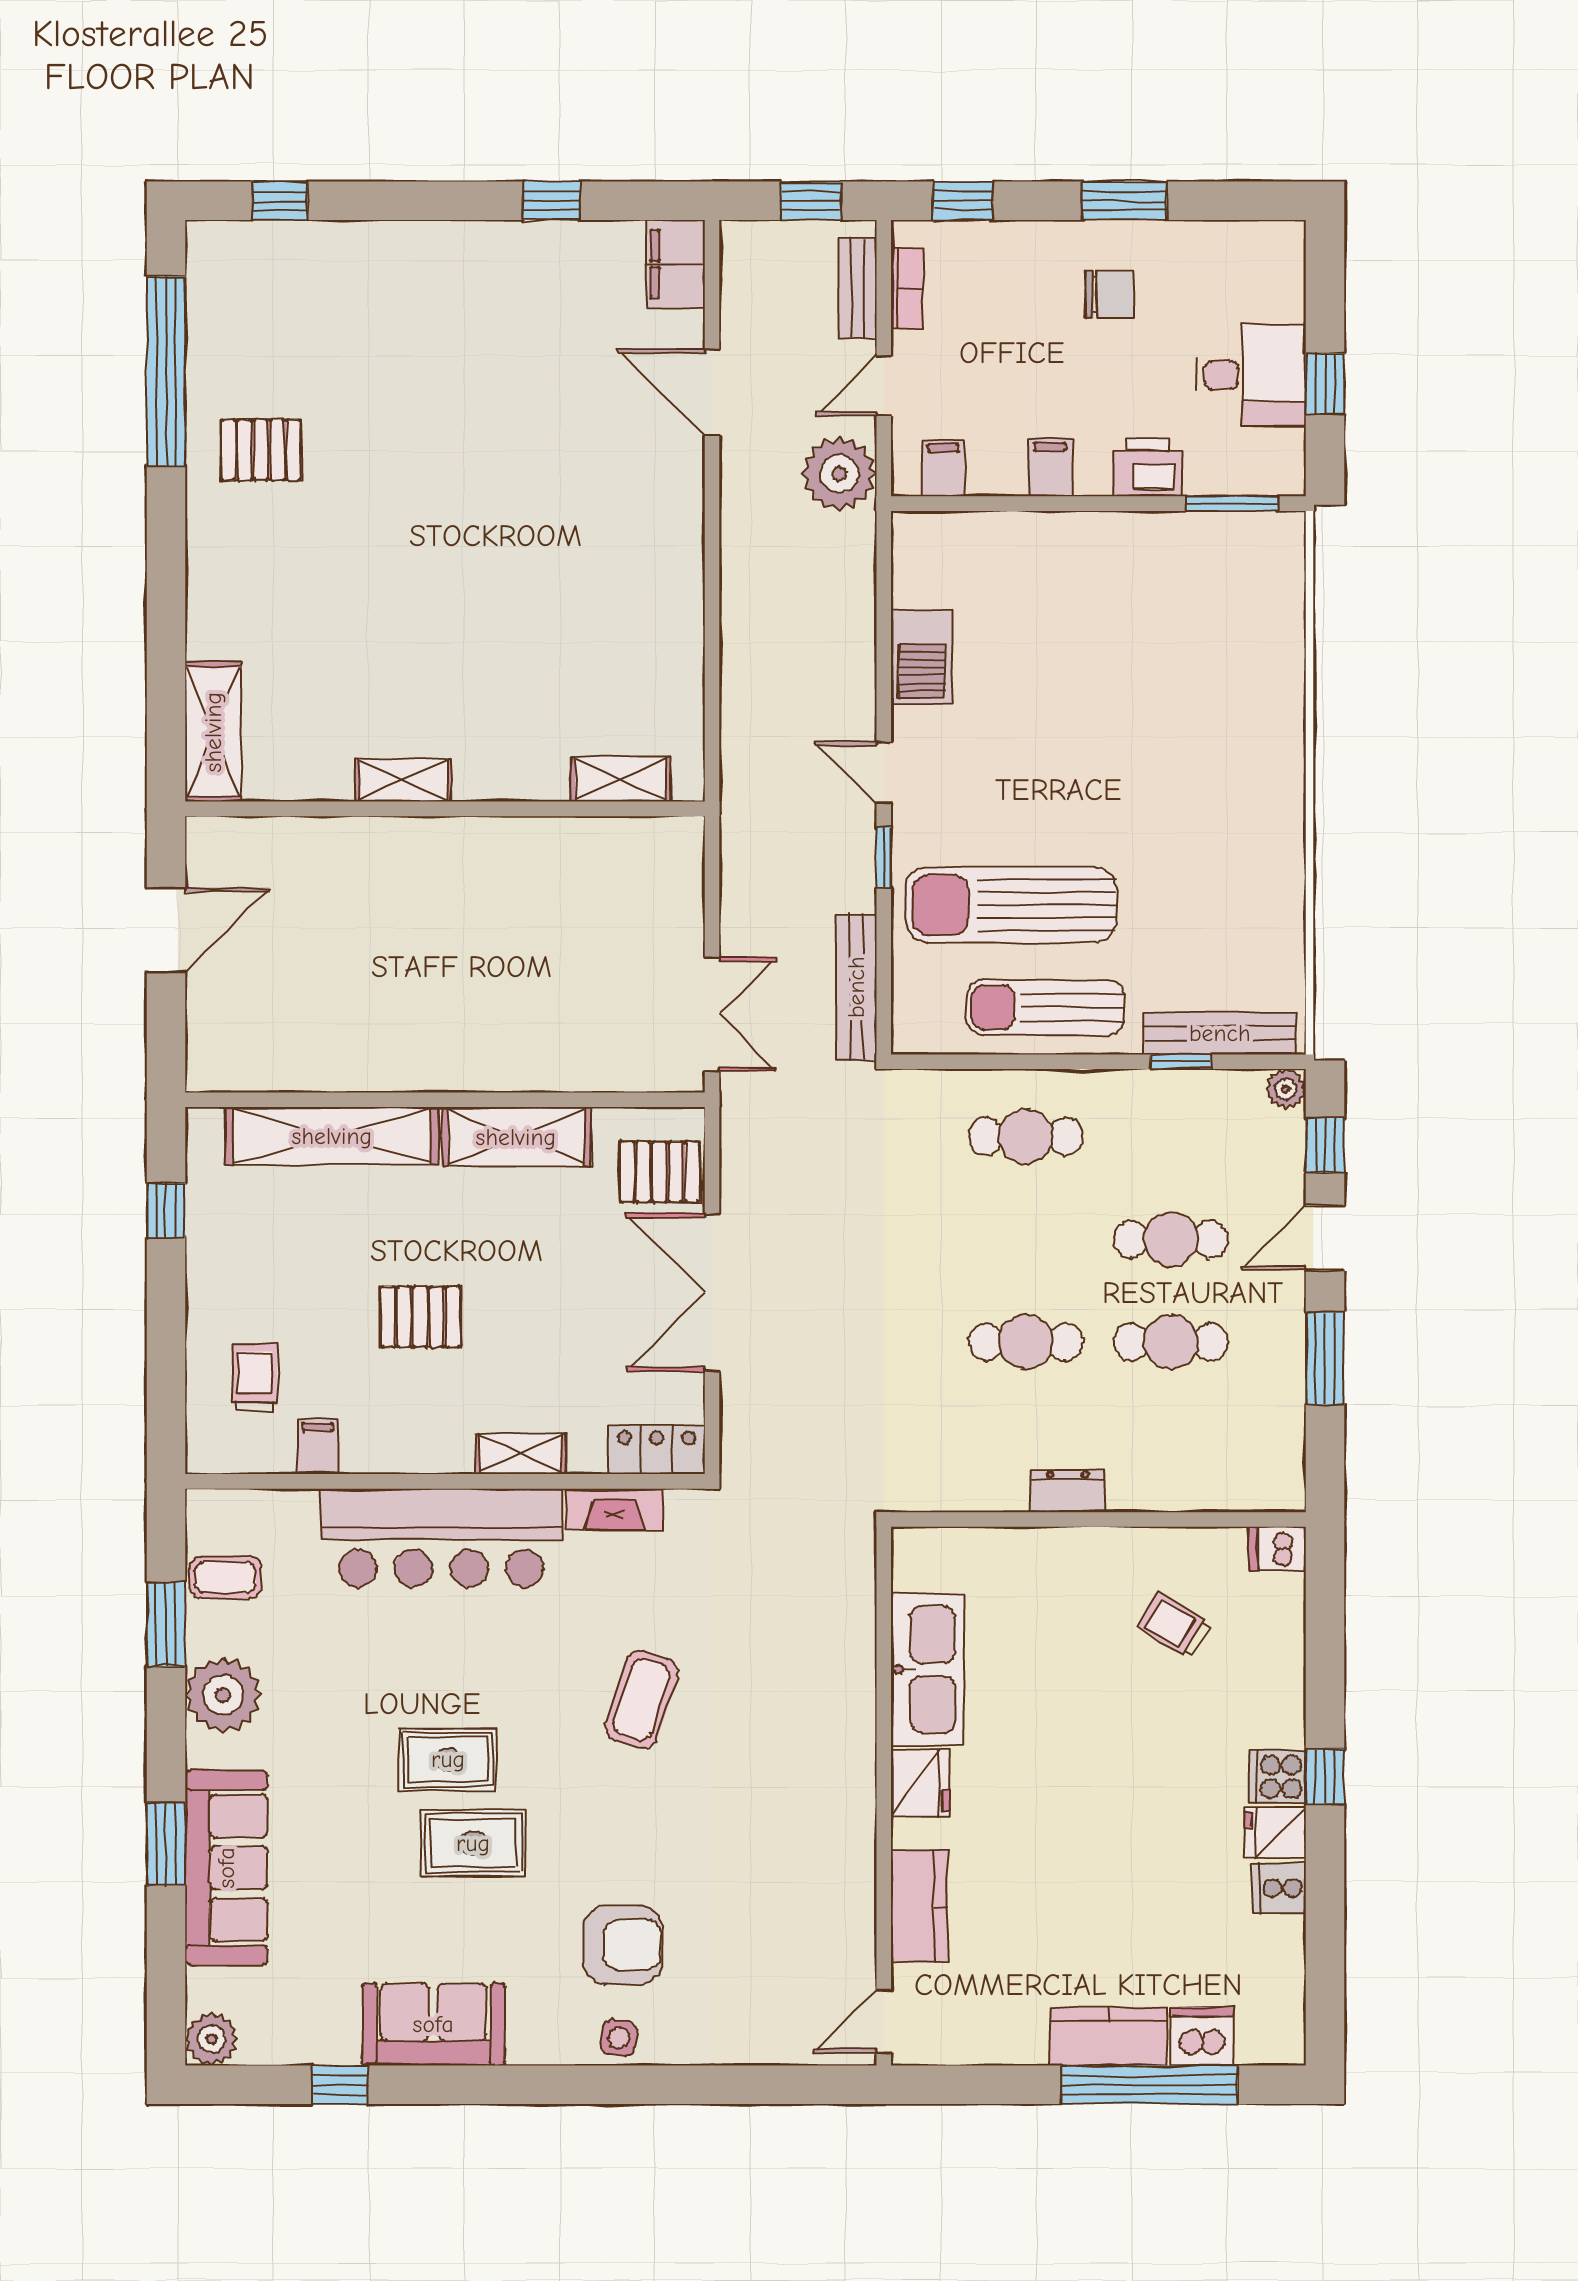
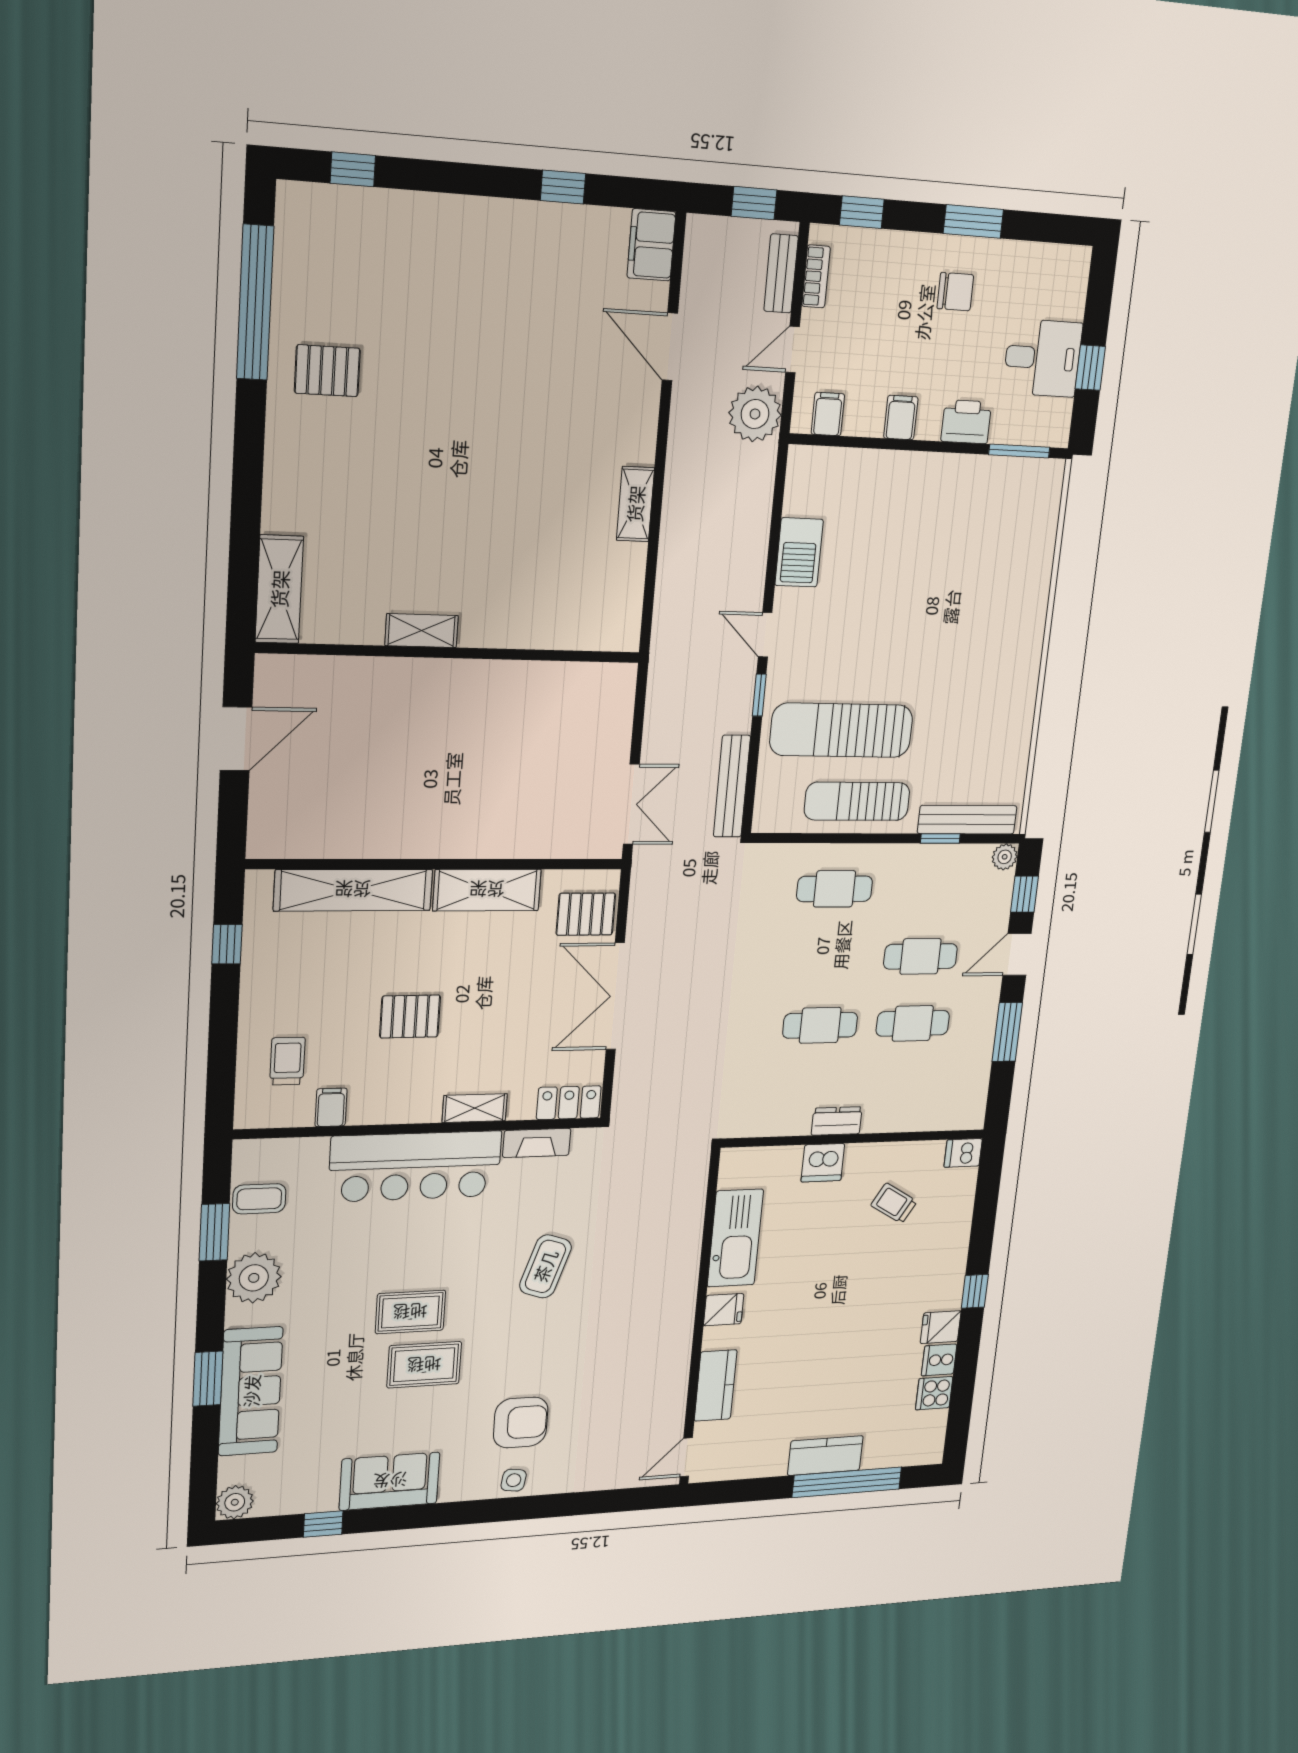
shelving: (621, 779) -> (635, 504), moved, turned 90
cooker: (1278, 1777) -> (934, 1393), moved
fridge: (920, 1783) -> (724, 1310), width x0.72
dishwasher: (1203, 2036) -> (823, 1163), moved, turned 180

